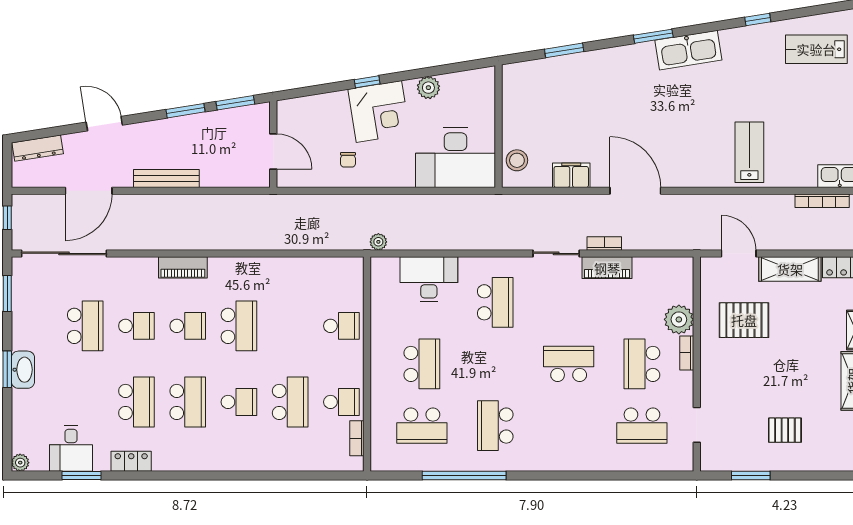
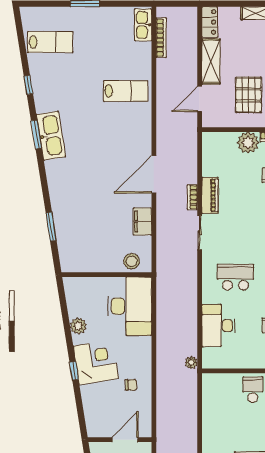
window: (653, 36) -> (36, 134), moved
lab bench: (816, 49) -> (50, 42), turned -90
lab bench: (749, 152) -> (126, 91), turned 180

